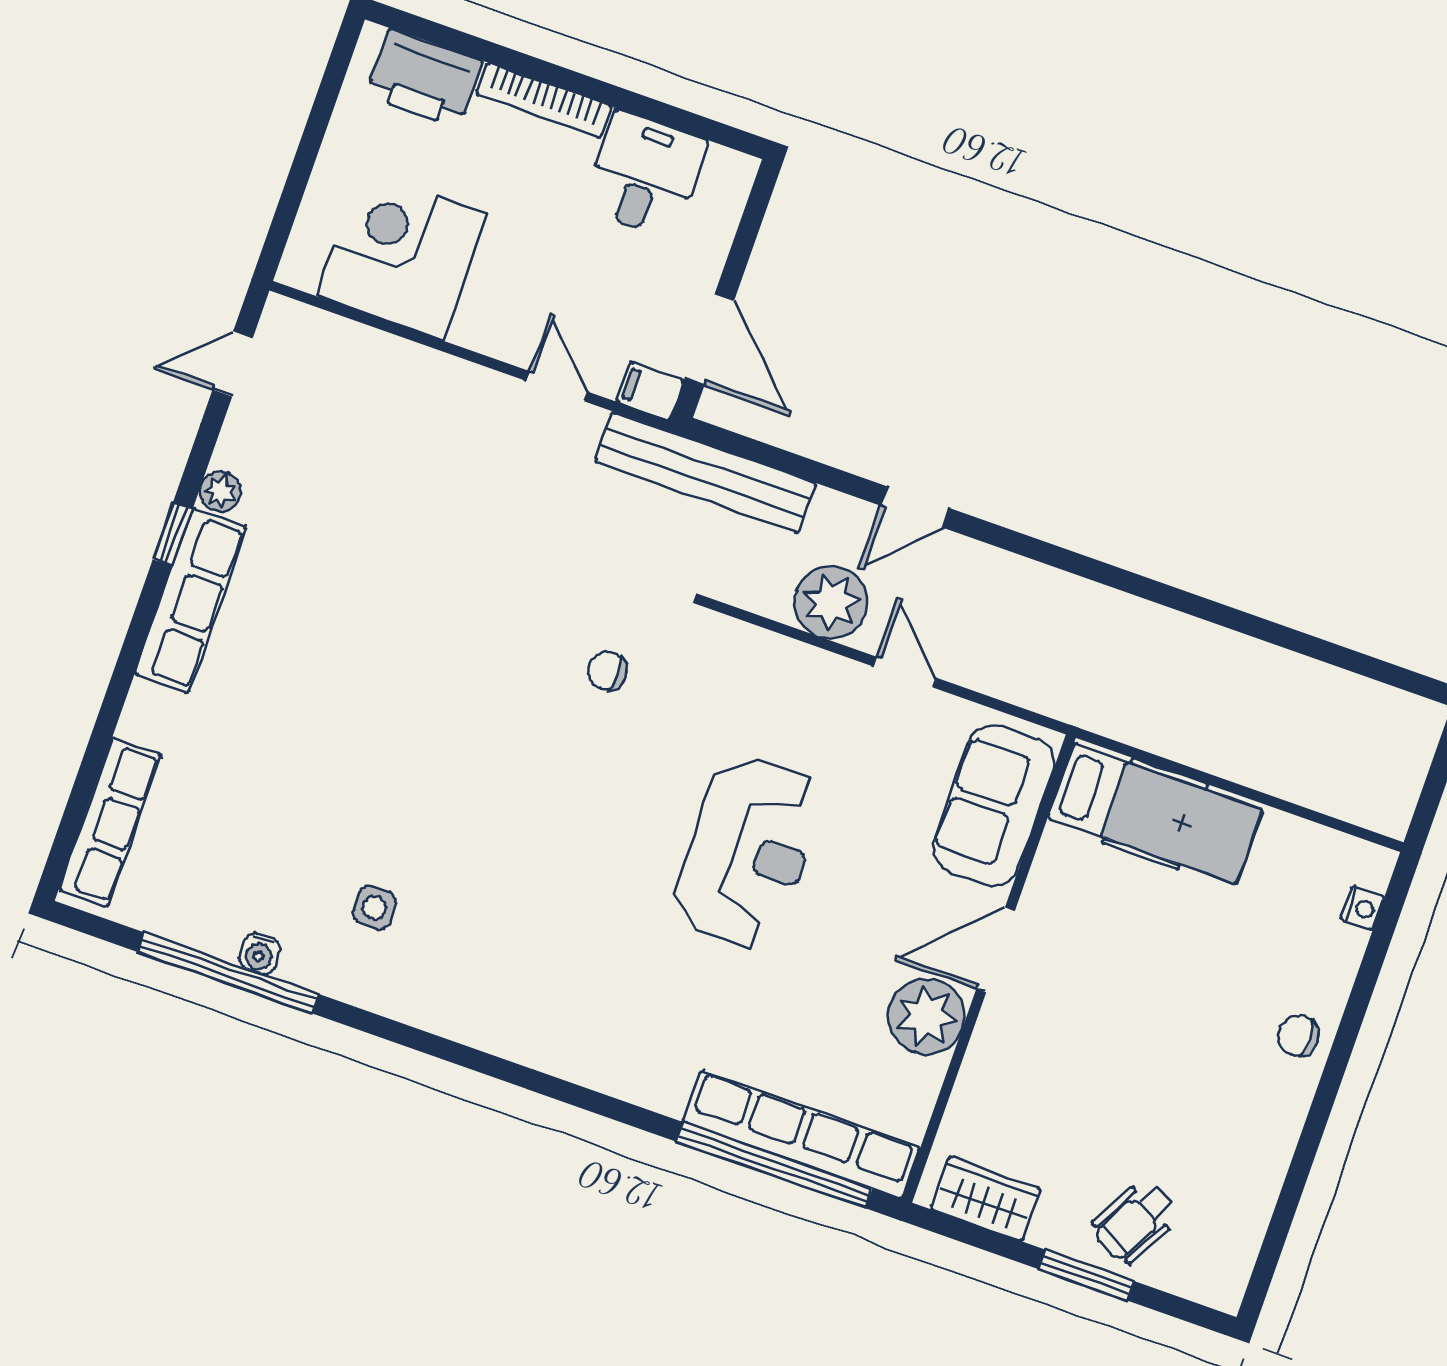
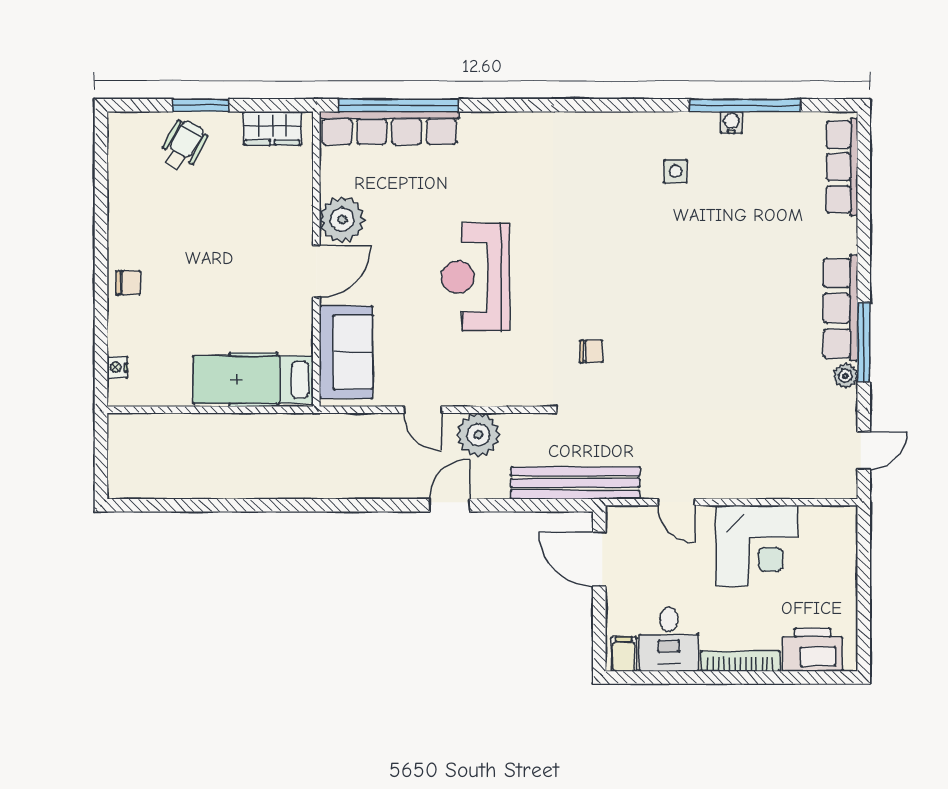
corner desk: (402, 255) -> (757, 546), moved
filing cabinet: (650, 391) -> (624, 654), moved, turned -90
window: (173, 534) -> (864, 342), width x2.17

